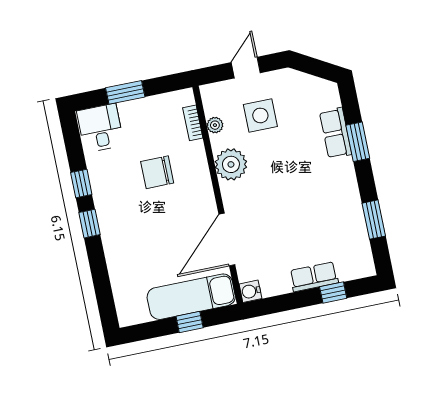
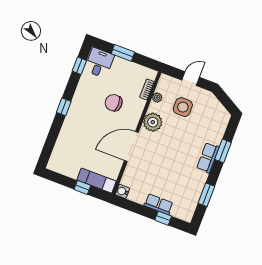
row of seats: (336, 133) -> (208, 158), moved
window: (81, 183) -> (79, 66), moved
door: (227, 240) -> (131, 147), moved
exam couch: (191, 297) -> (97, 181), width x0.73, depth x0.69

